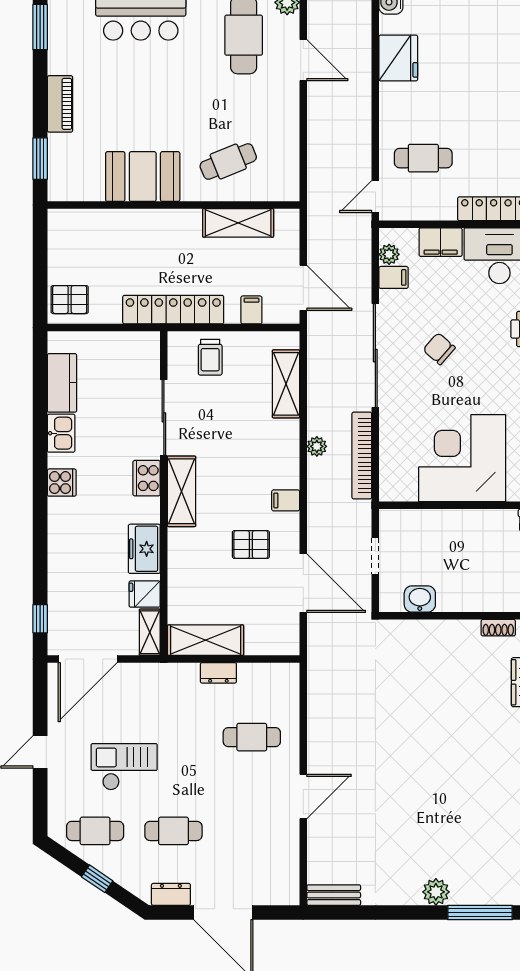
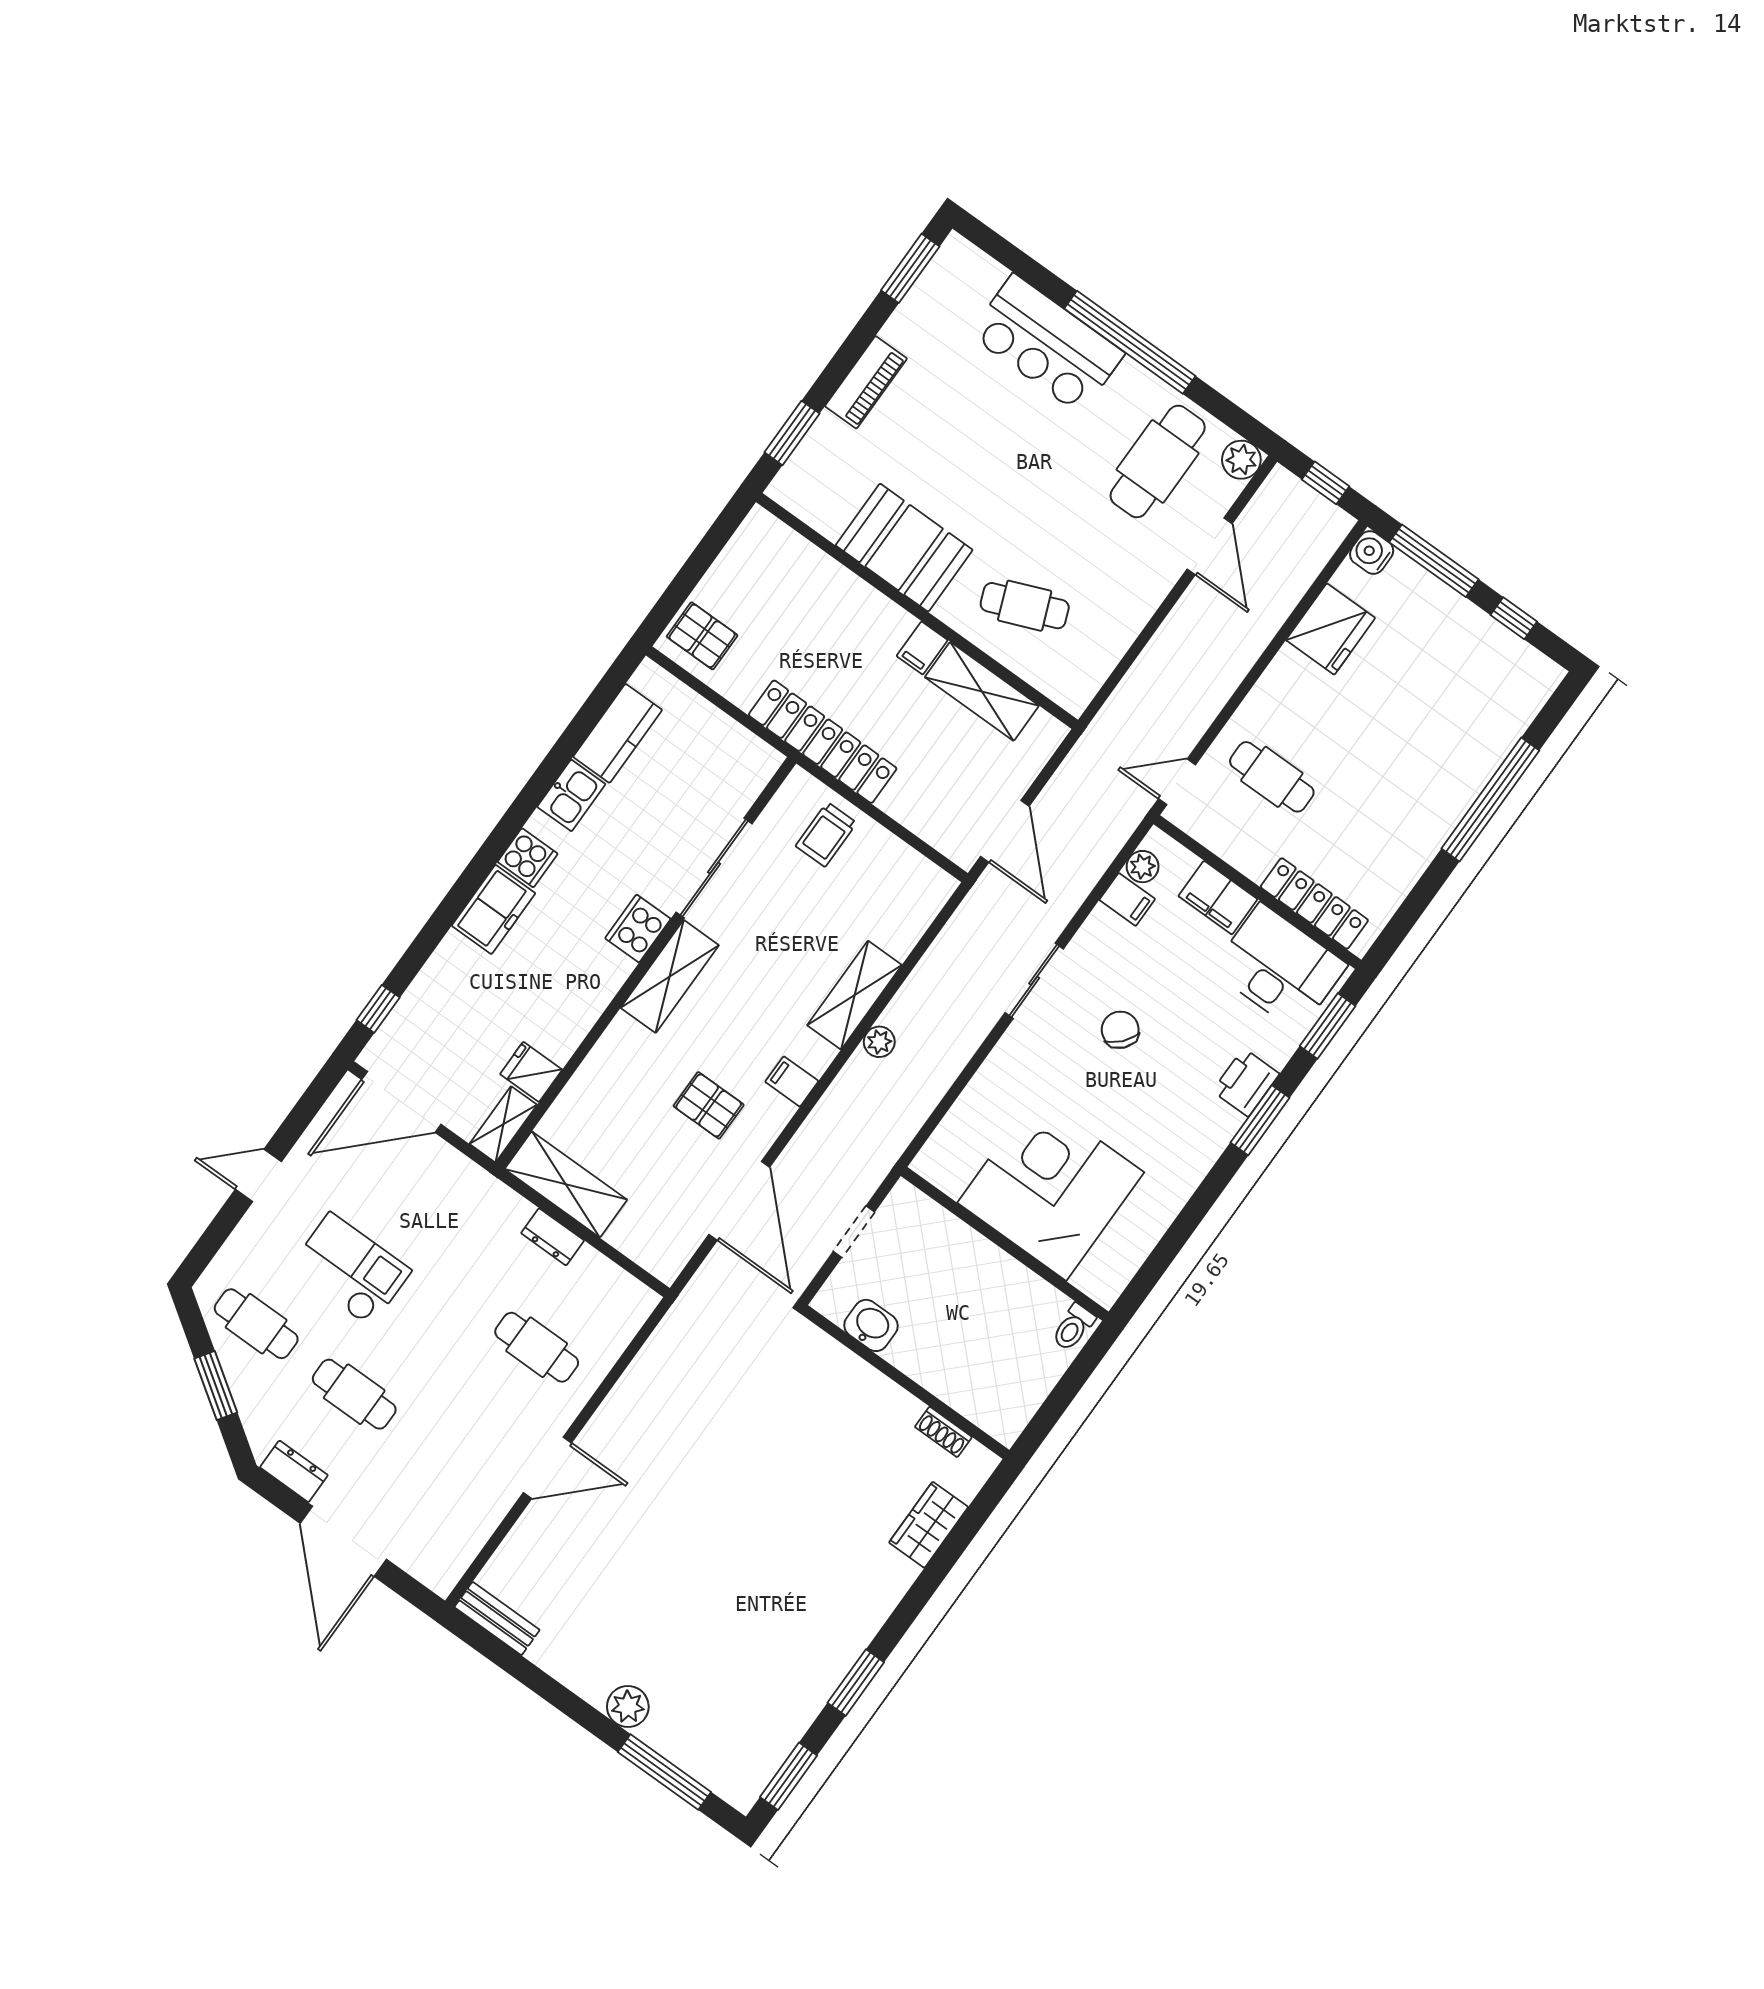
filing cabinet: (251, 310) -> (922, 648), moved, turned 180
sliding door: (375, 356) -> (1034, 981), width x0.54
shelving: (286, 384) -> (854, 995), moved
bookcase: (362, 455) -> (928, 1094), removed
freezer: (144, 549) -> (494, 909), moved, turned 180
window: (97, 879) -> (216, 1386), width x1.50

